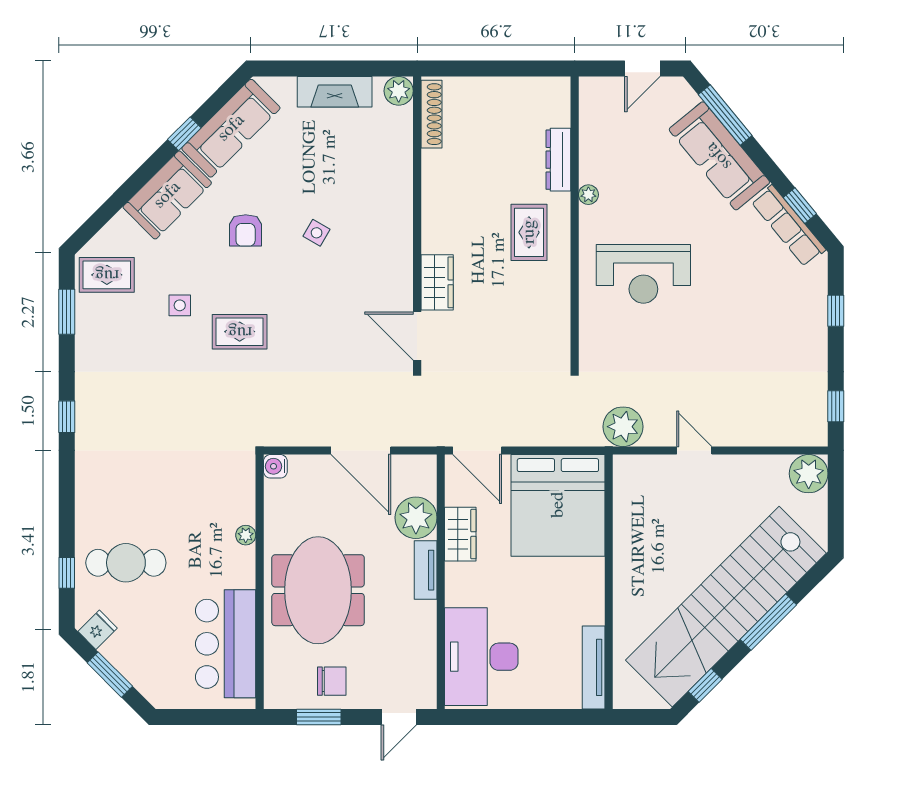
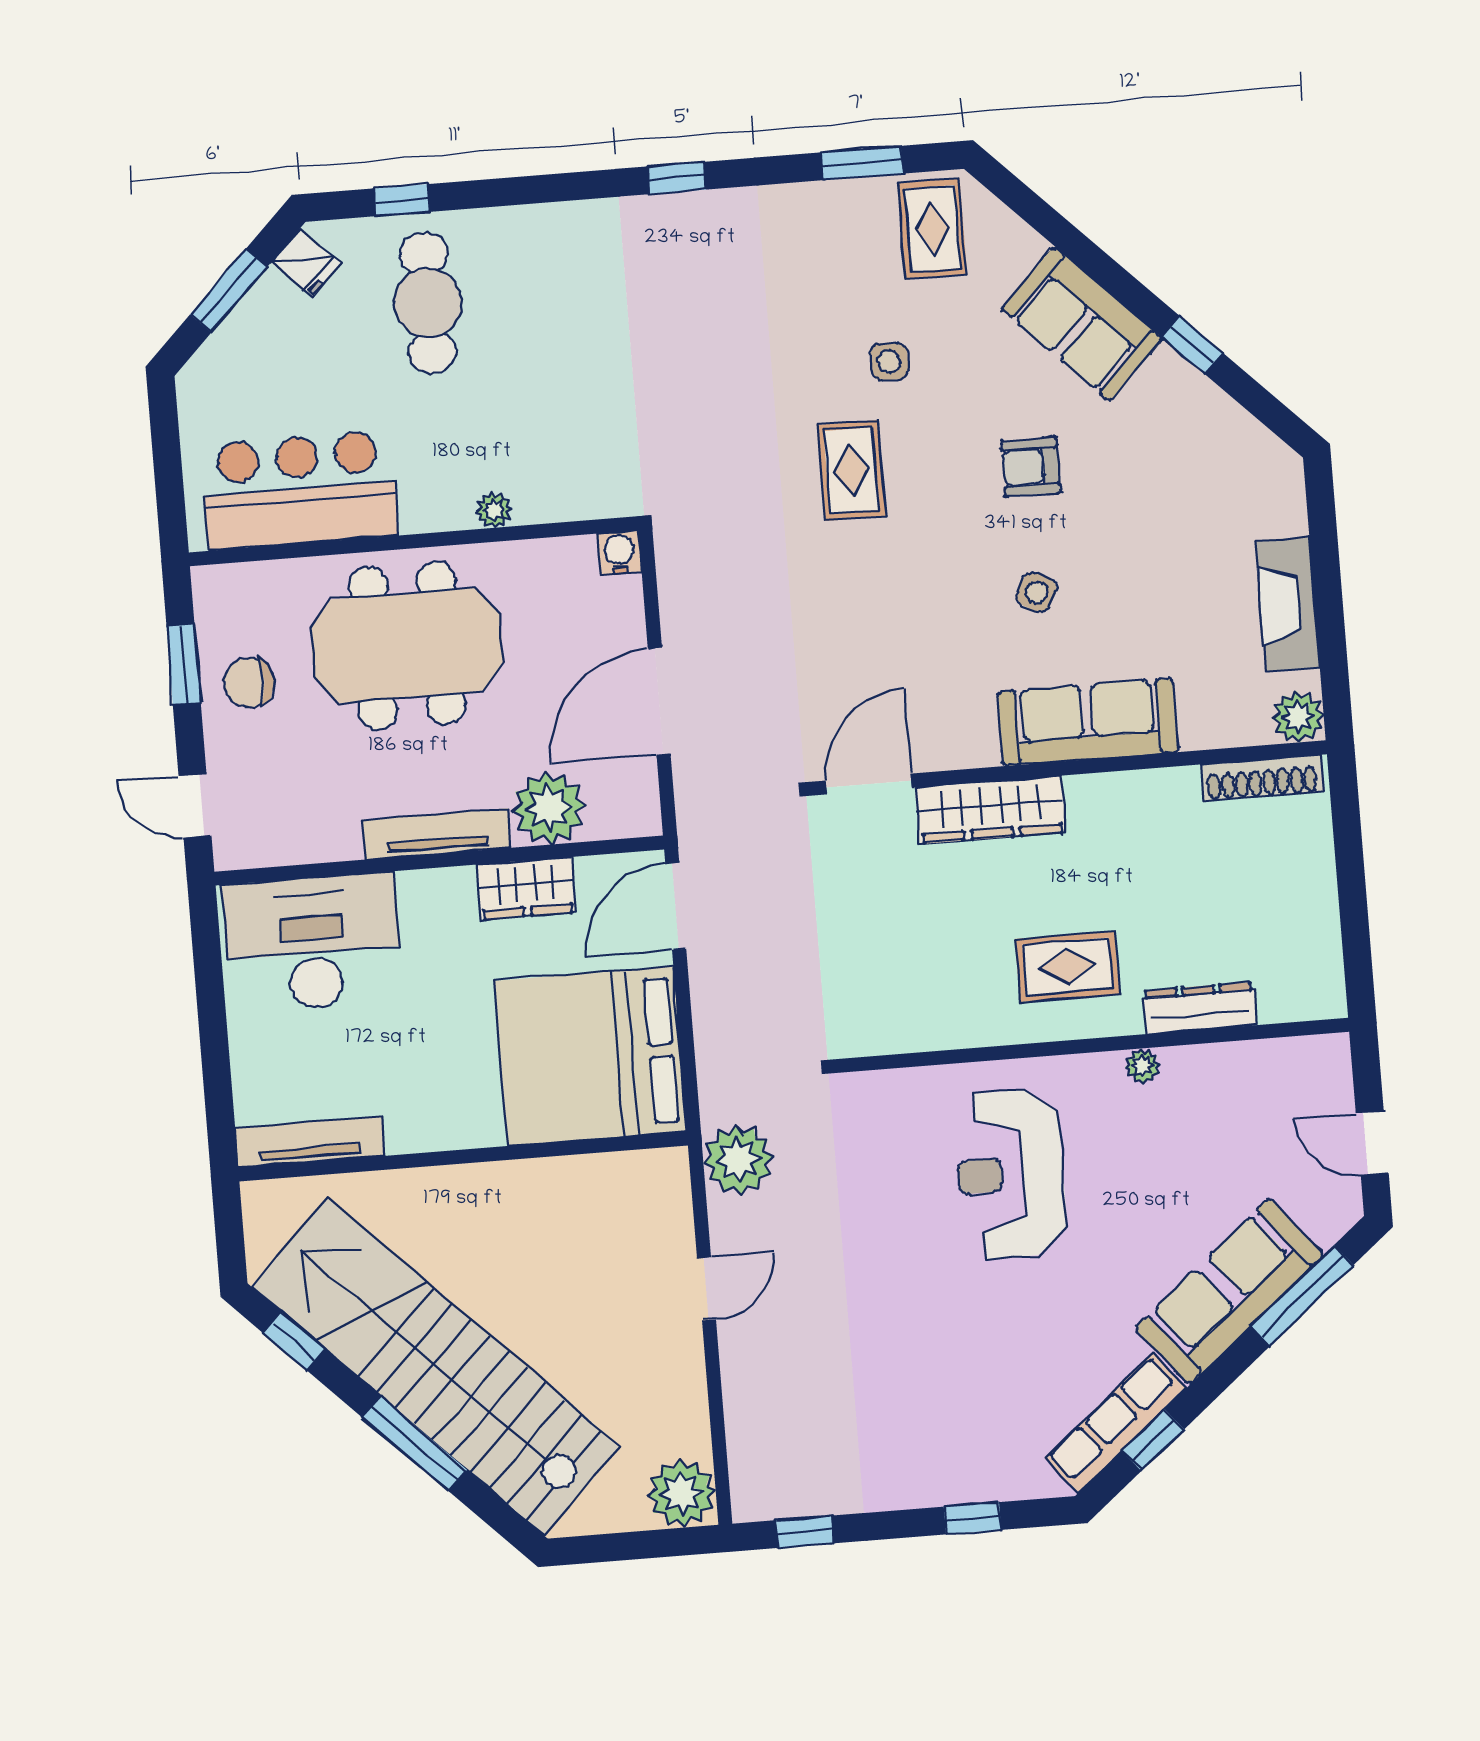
sofa: (231, 128) -> (1088, 722), moved, turned 135
wardrobe: (437, 282) -> (991, 810), width x1.50
tv unit: (426, 570) -> (437, 834), width x1.41
chair: (332, 681) -> (249, 682), turned 90

